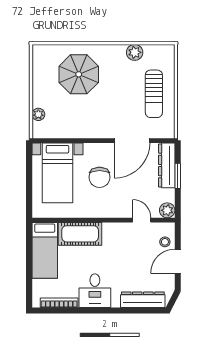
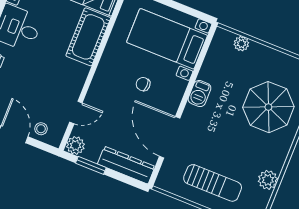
sun lounger: (154, 94) -> (213, 183), turned 180
barbecue: (89, 131) -> (199, 94), added
window: (178, 176) -> (91, 165), moved
chair: (100, 177) -> (143, 84), width x0.54, depth x0.54

